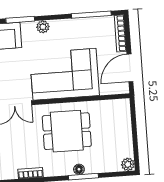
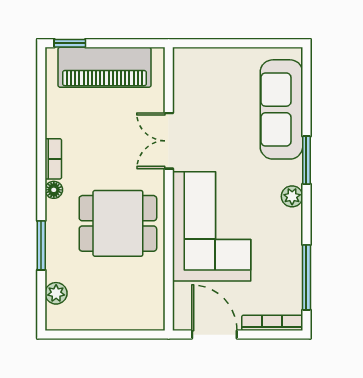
dining table: (67, 131) -> (118, 223), turned 90
plant: (128, 164) -> (56, 293), moved
floor lamp: (79, 169) -> (54, 190), moved

